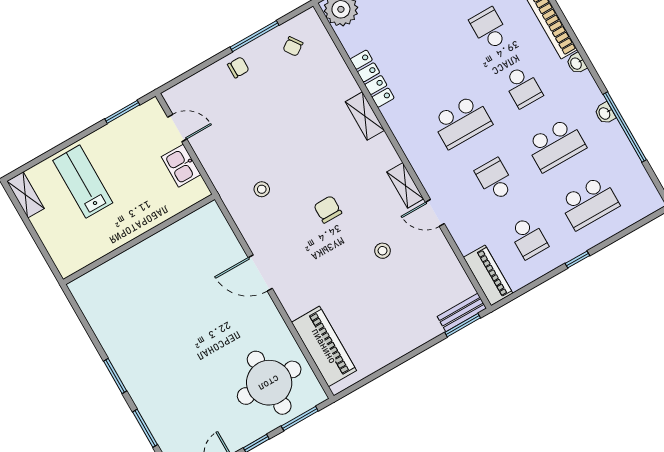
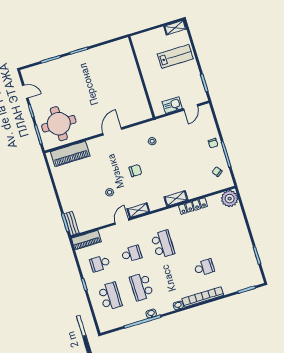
school desk: (523, 87) -> (173, 277), removed
school desk: (462, 122) -> (163, 244), turned 180
school desk: (589, 203) -> (110, 296), turned 180

